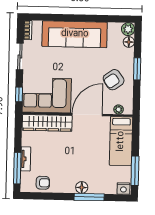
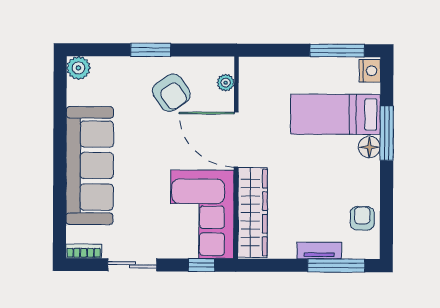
floor lamp: (129, 42) -> (102, 66), removed
bed: (121, 141) -> (336, 114), moved, turned 180

